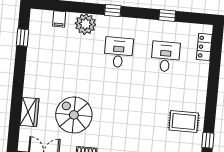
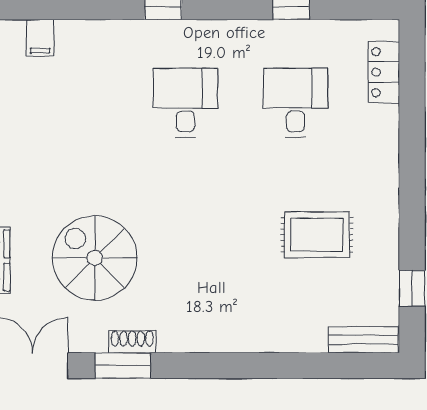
plant: (85, 24) -> (102, 44), removed
rug: (184, 121) -> (317, 235), moved

